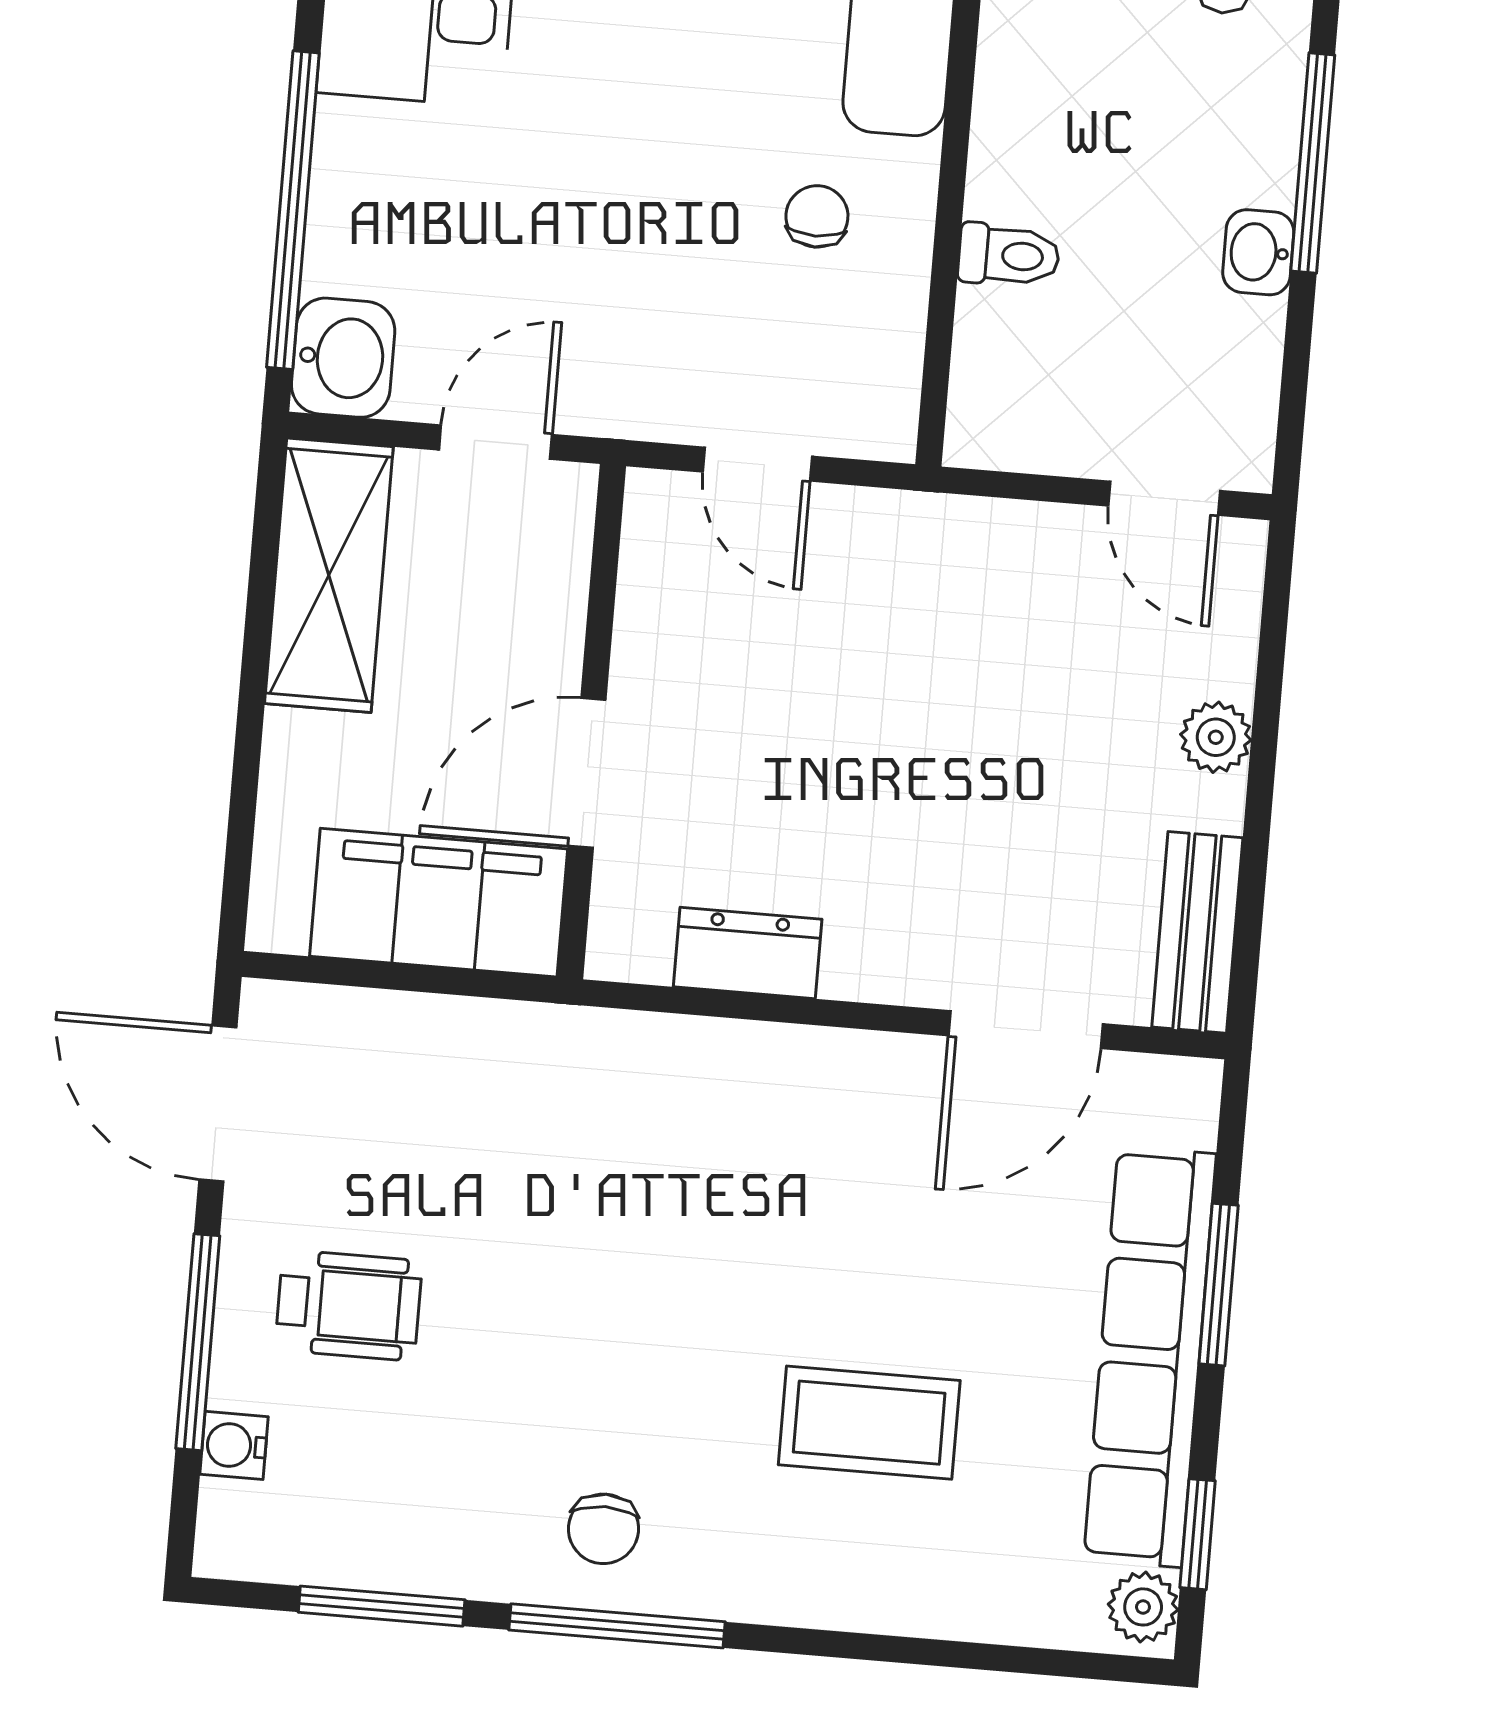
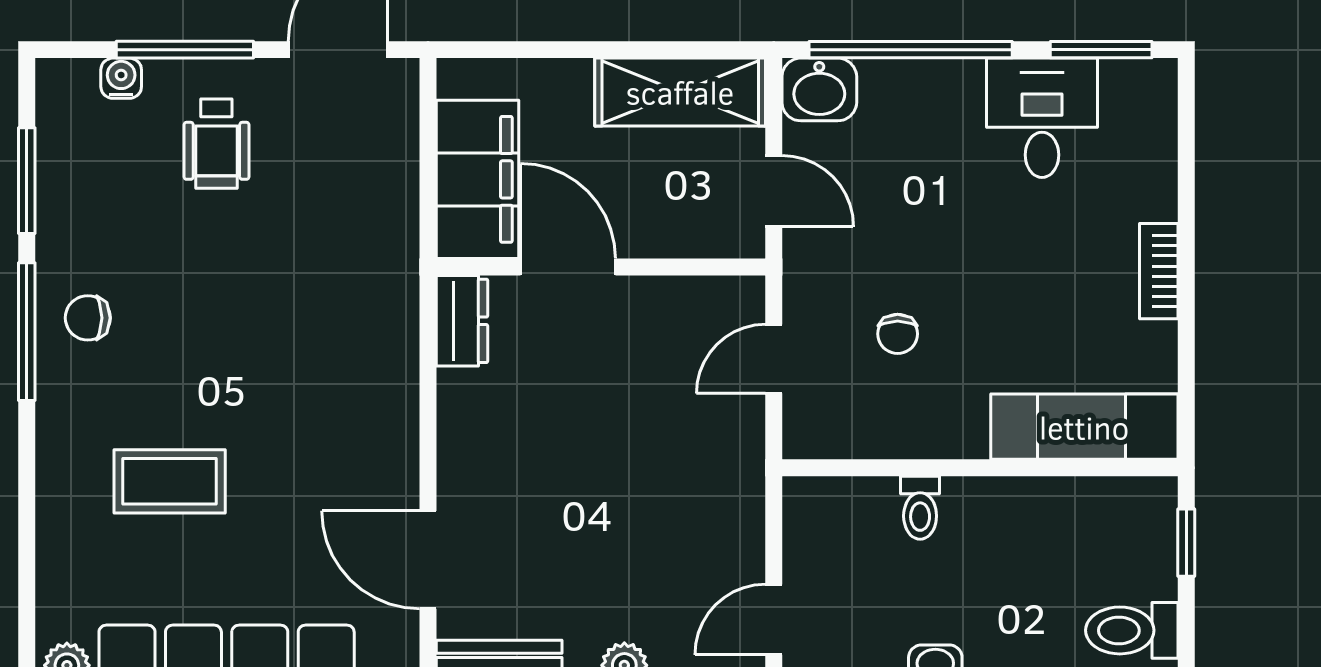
chair: (817, 216) -> (898, 334), moved, turned 90
dresser: (748, 953) -> (462, 321), moved
coffee table: (869, 1423) -> (170, 481), turned 90

